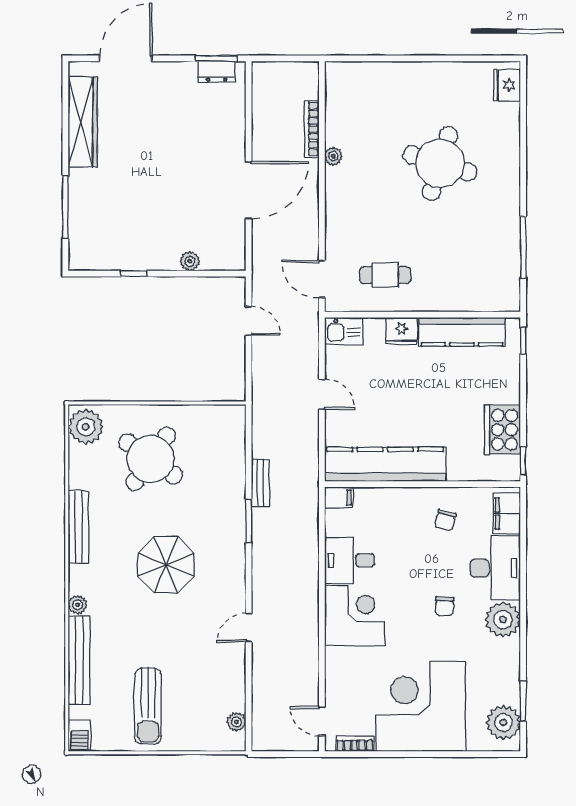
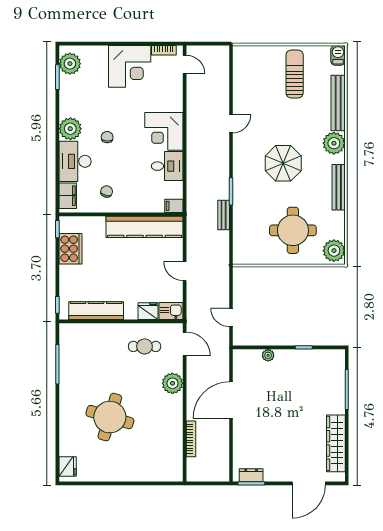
plant: (333, 156) -> (172, 383), moved, width x1.88, depth x1.88
fridge: (401, 331) -> (148, 311), moved
round table: (151, 459) -> (293, 230), turned -35
plant: (78, 605) -> (334, 143), width x1.87, depth x1.87
corner desk: (421, 706) -> (130, 66), width x0.74, depth x0.74
plant: (236, 722) -> (239, 64), removed

